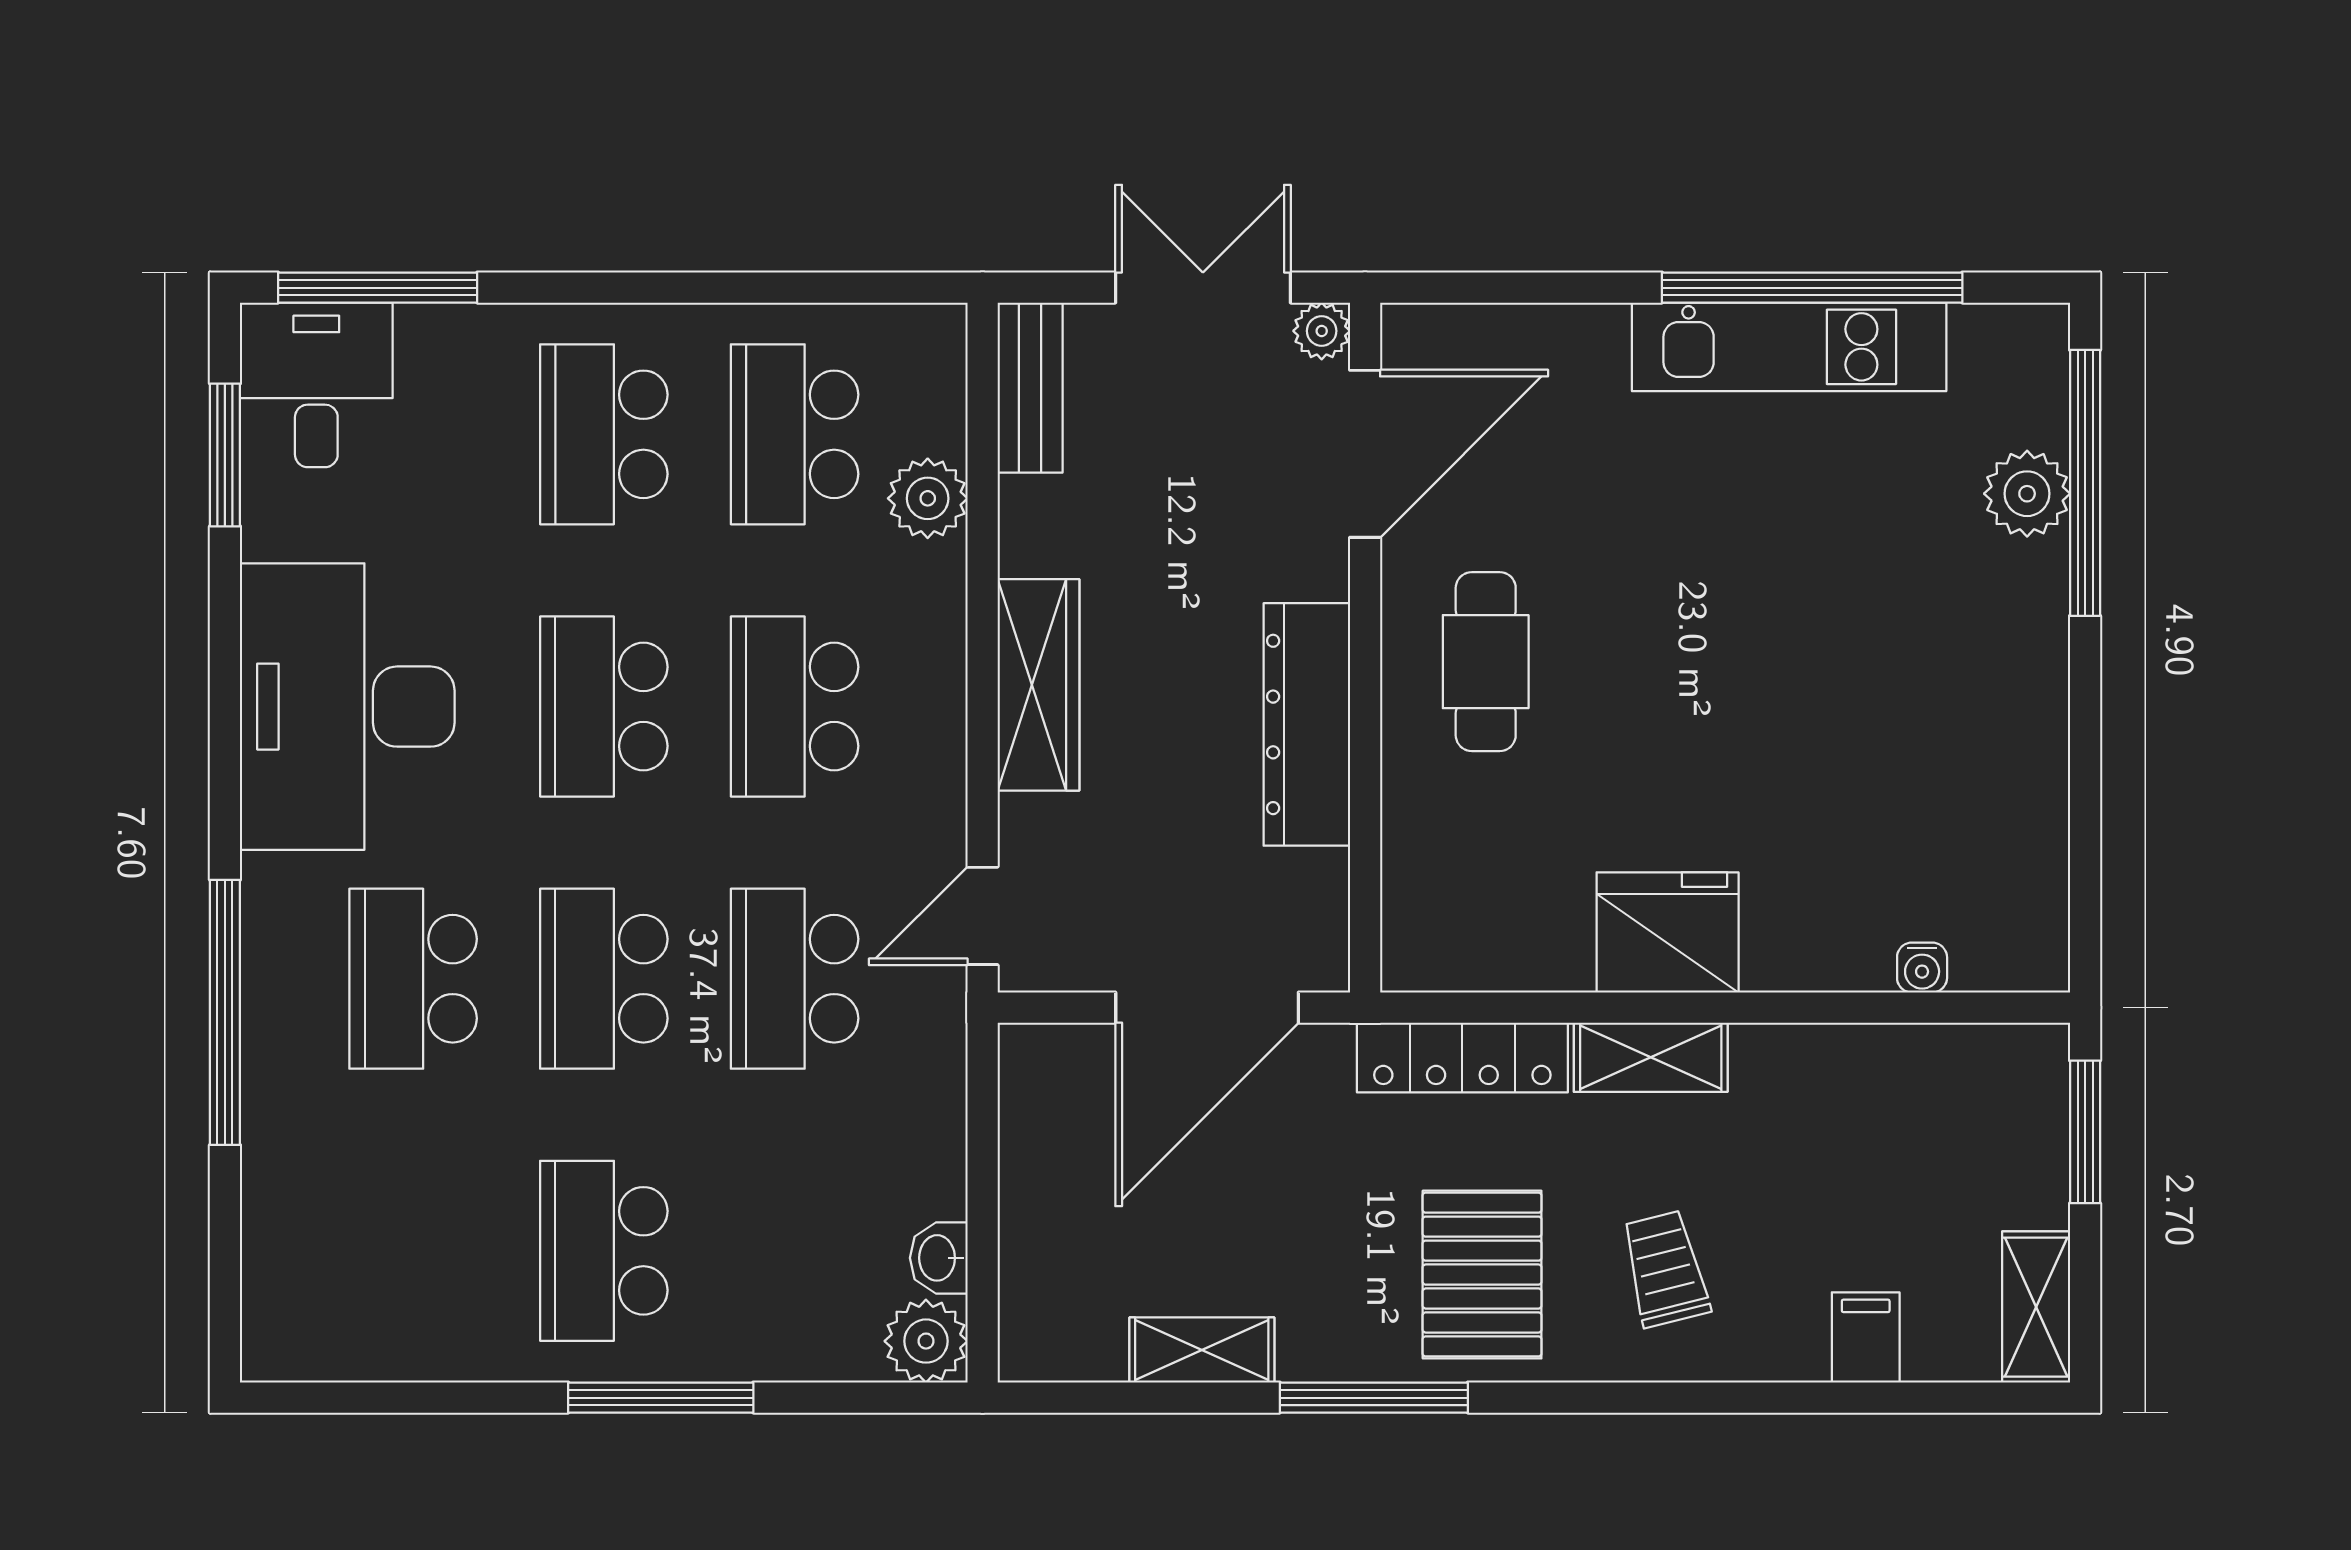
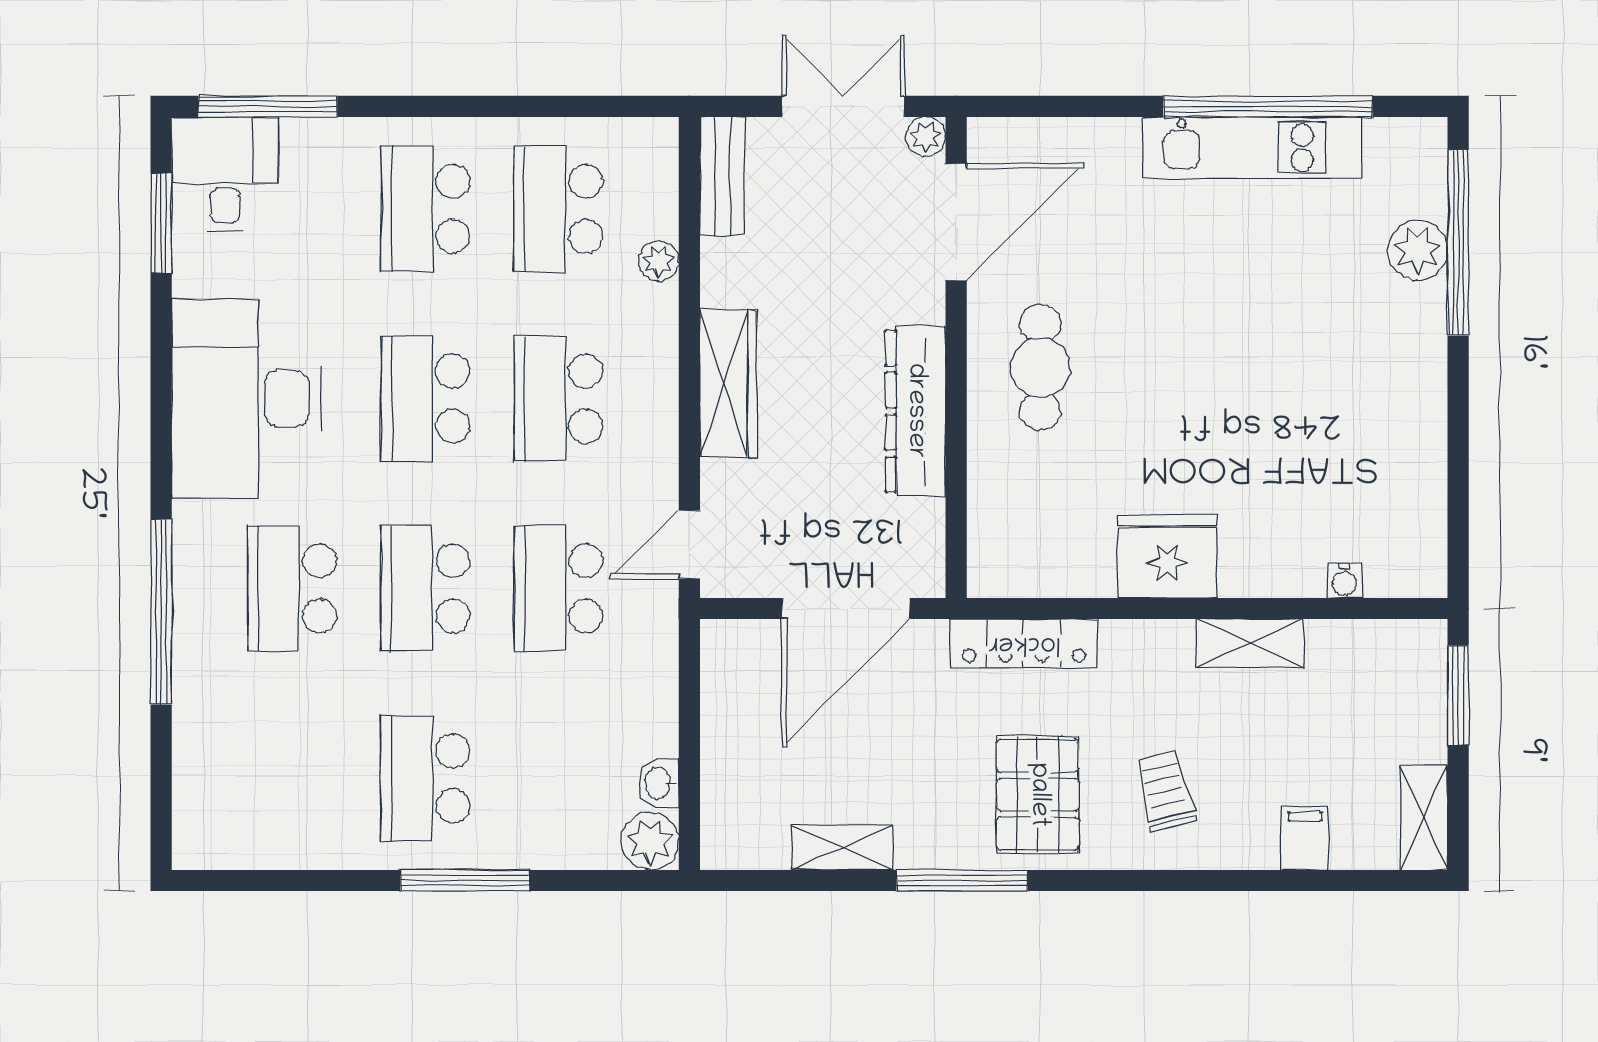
plant: (928, 498) -> (659, 261), width x0.73, depth x0.73
shelving: (1651, 1057) -> (1250, 643), moved

